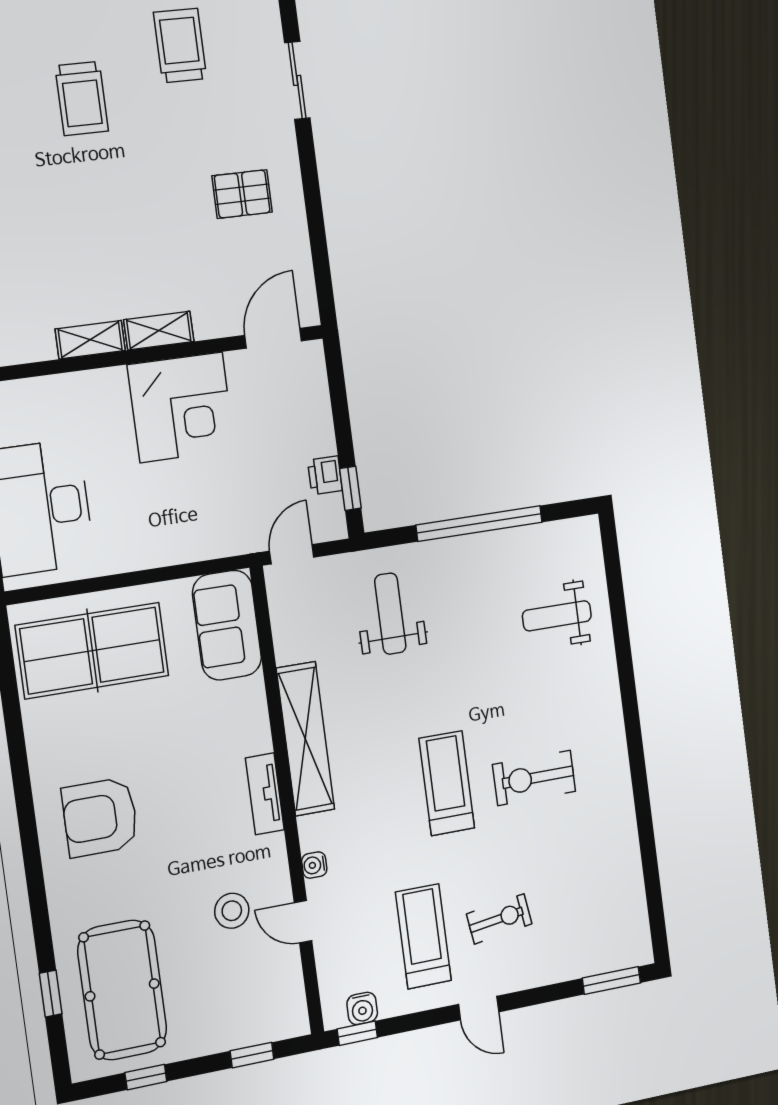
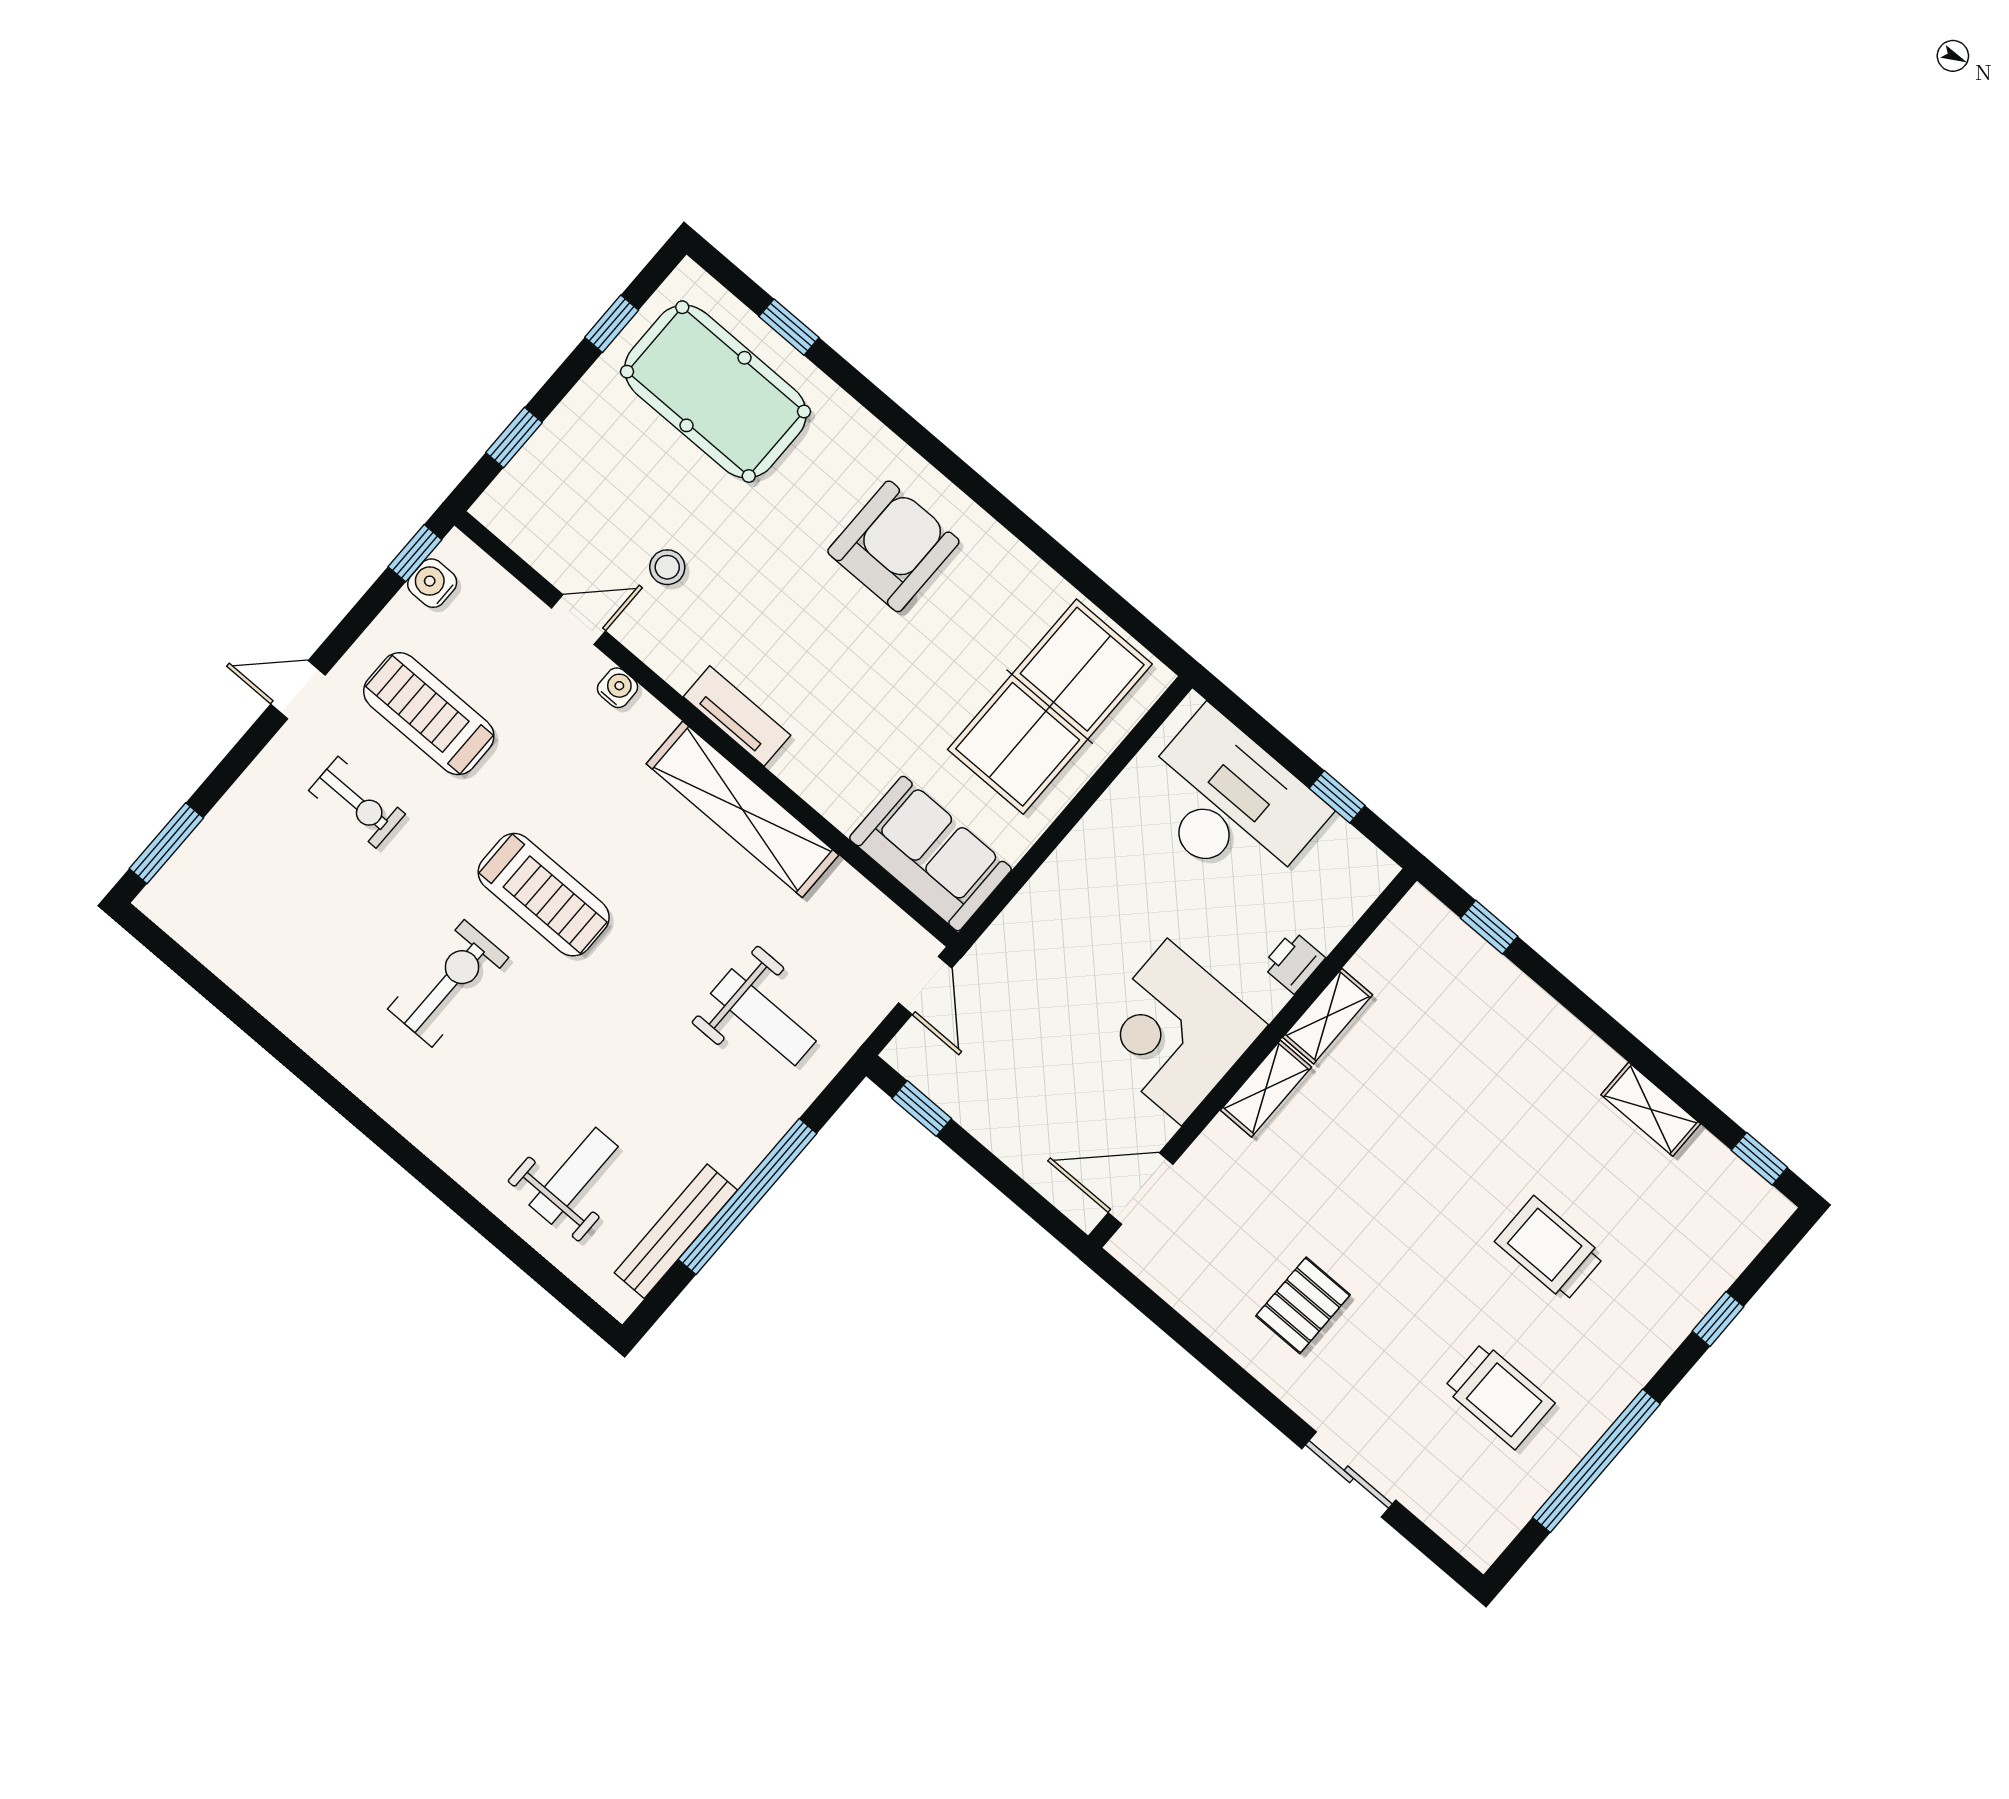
door: (273, 338) -> (1141, 1189), swing flipped
printer: (325, 475) -> (1293, 962), moved, turned -90
bench: (531, 538) -> (676, 1231), added
stool: (232, 911) -> (667, 567), width x0.73, depth x0.73
exercise bike: (499, 919) -> (357, 802), turned -82
treadmill: (423, 936) -> (429, 714), turned 180

